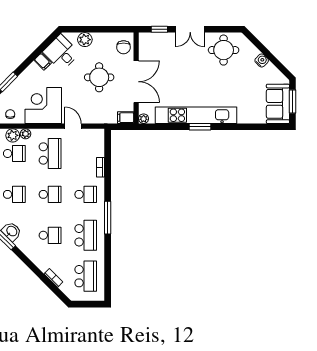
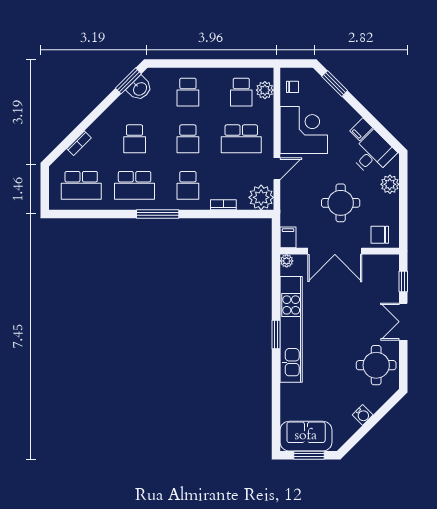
plant: (26, 134) -> (261, 197), moved, width x1.88, depth x1.88

